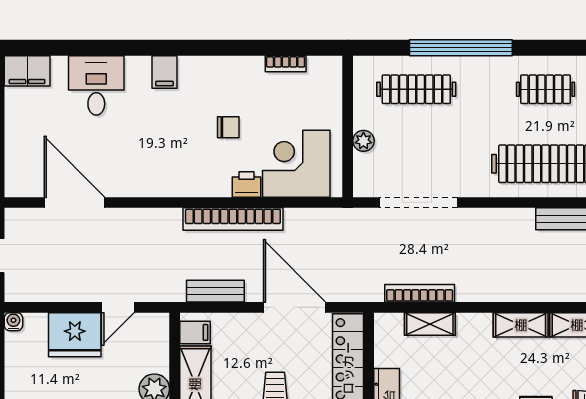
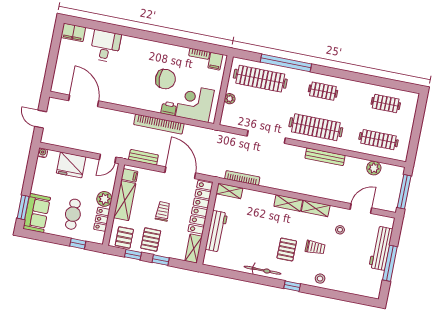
filing cabinet: (165, 72) -> (215, 61), moved
clothes rail: (416, 89) -> (260, 79), width x1.37, depth x1.31
chair: (228, 127) -> (165, 79), width x1.87, depth x1.87
doorway: (419, 202) -> (266, 137), moved
door: (118, 307) -> (108, 158), moved
shelving: (430, 324) -> (229, 191), moved

